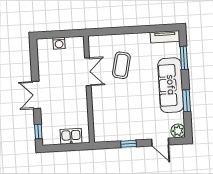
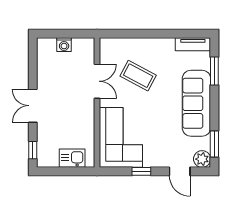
coffee table: (121, 65) -> (138, 76), turned -74
window: (186, 101) -> (214, 144), moved
corner sofa: (110, 117) -> (121, 137), added

